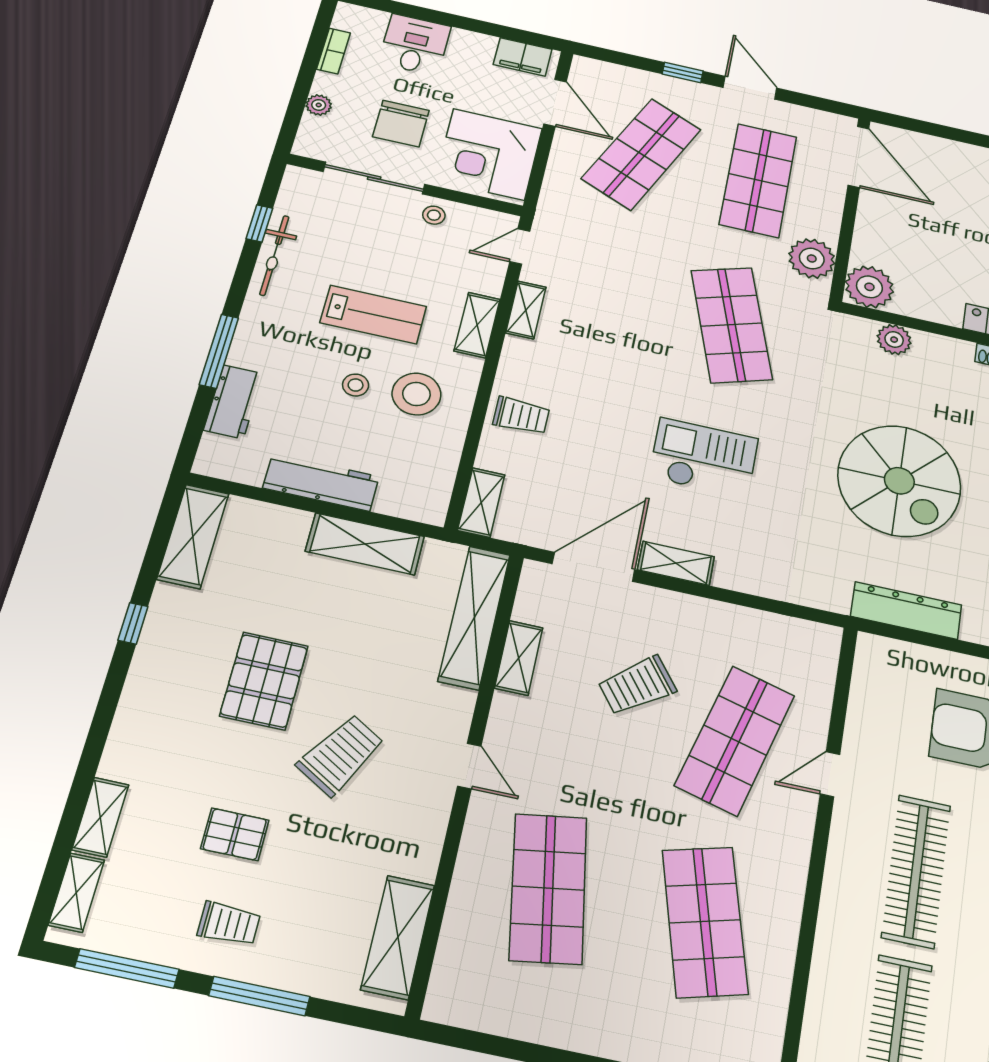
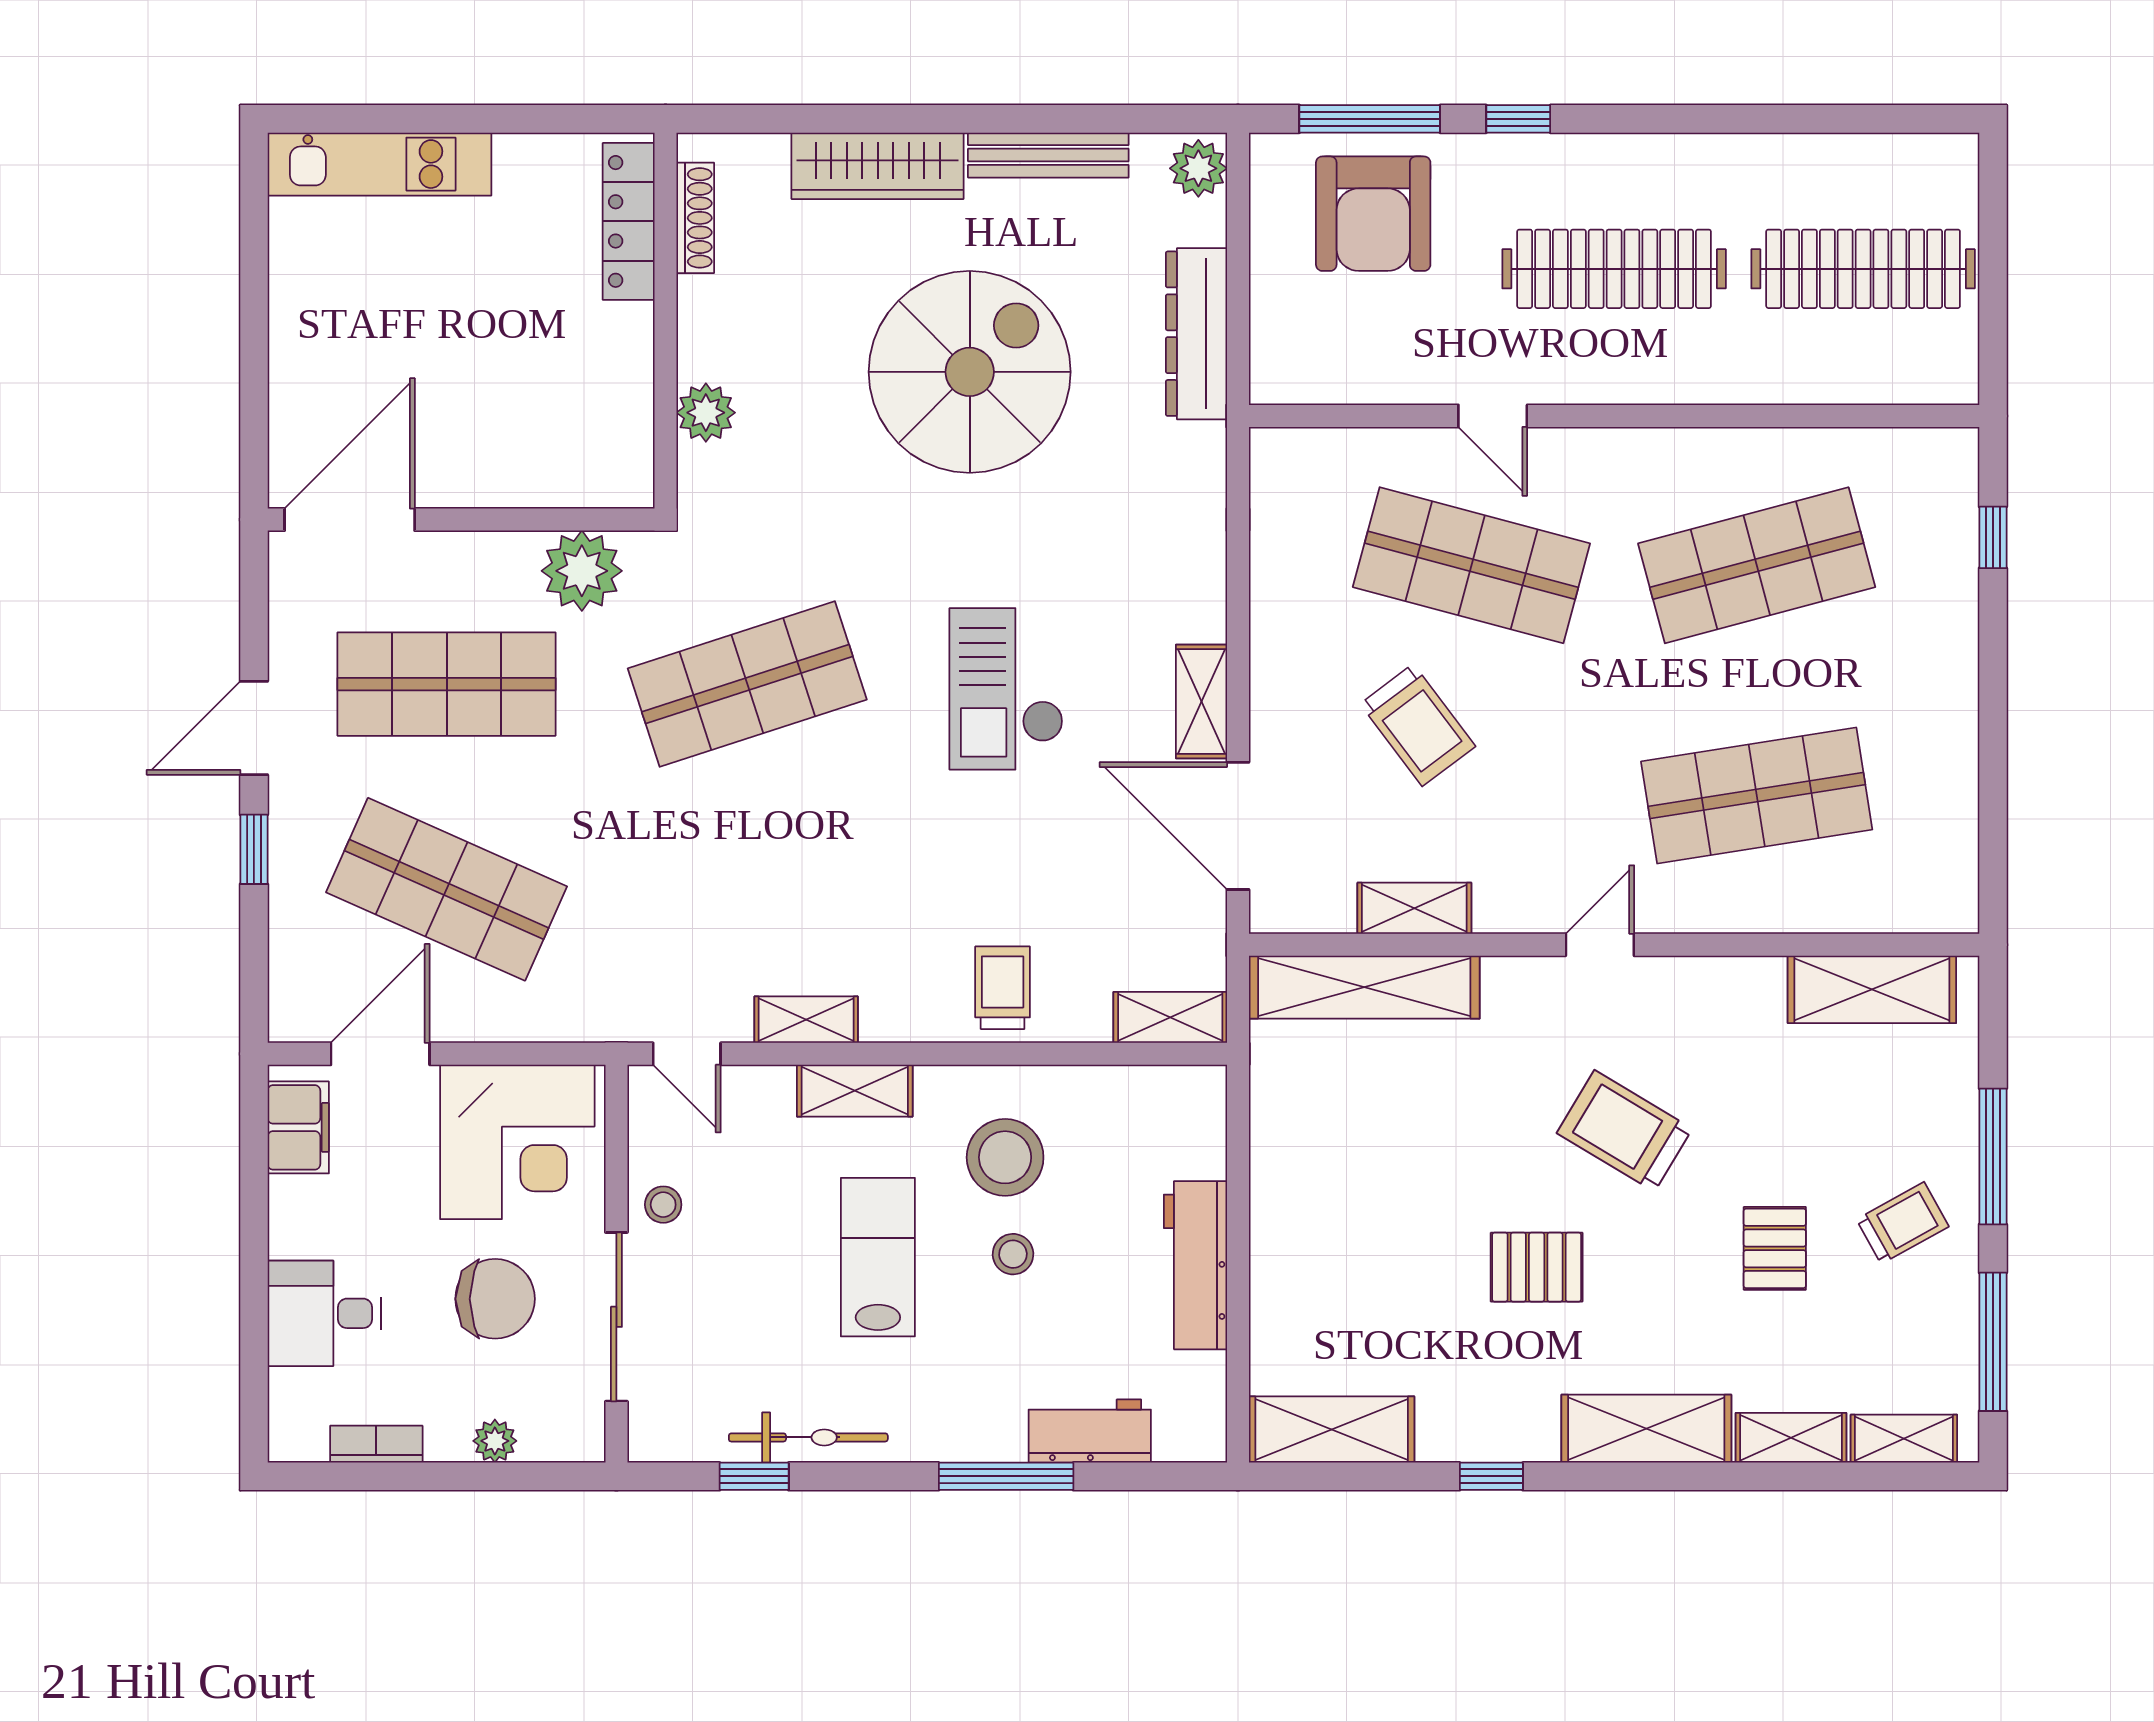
plant: (869, 287) -> (613, 467), removed
shelving: (365, 544) -> (1646, 1429), moved, turned 90
pallet: (264, 681) -> (1537, 1267), width x0.67, depth x0.71
trolley: (229, 924) -> (1903, 1223), turned 61

